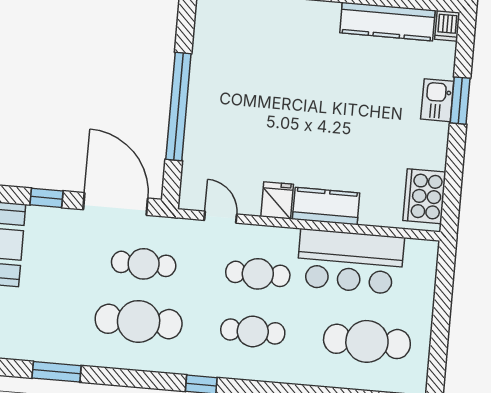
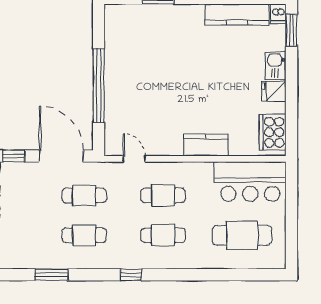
window: (460, 101) -> (292, 30), moved
fridge: (277, 200) -> (274, 91), moved, turned -90
bar counter: (350, 262) -> (250, 181), moved
cafe table: (139, 321) -> (84, 235), width x0.73, depth x0.74
window: (57, 372) -> (51, 275), moved

